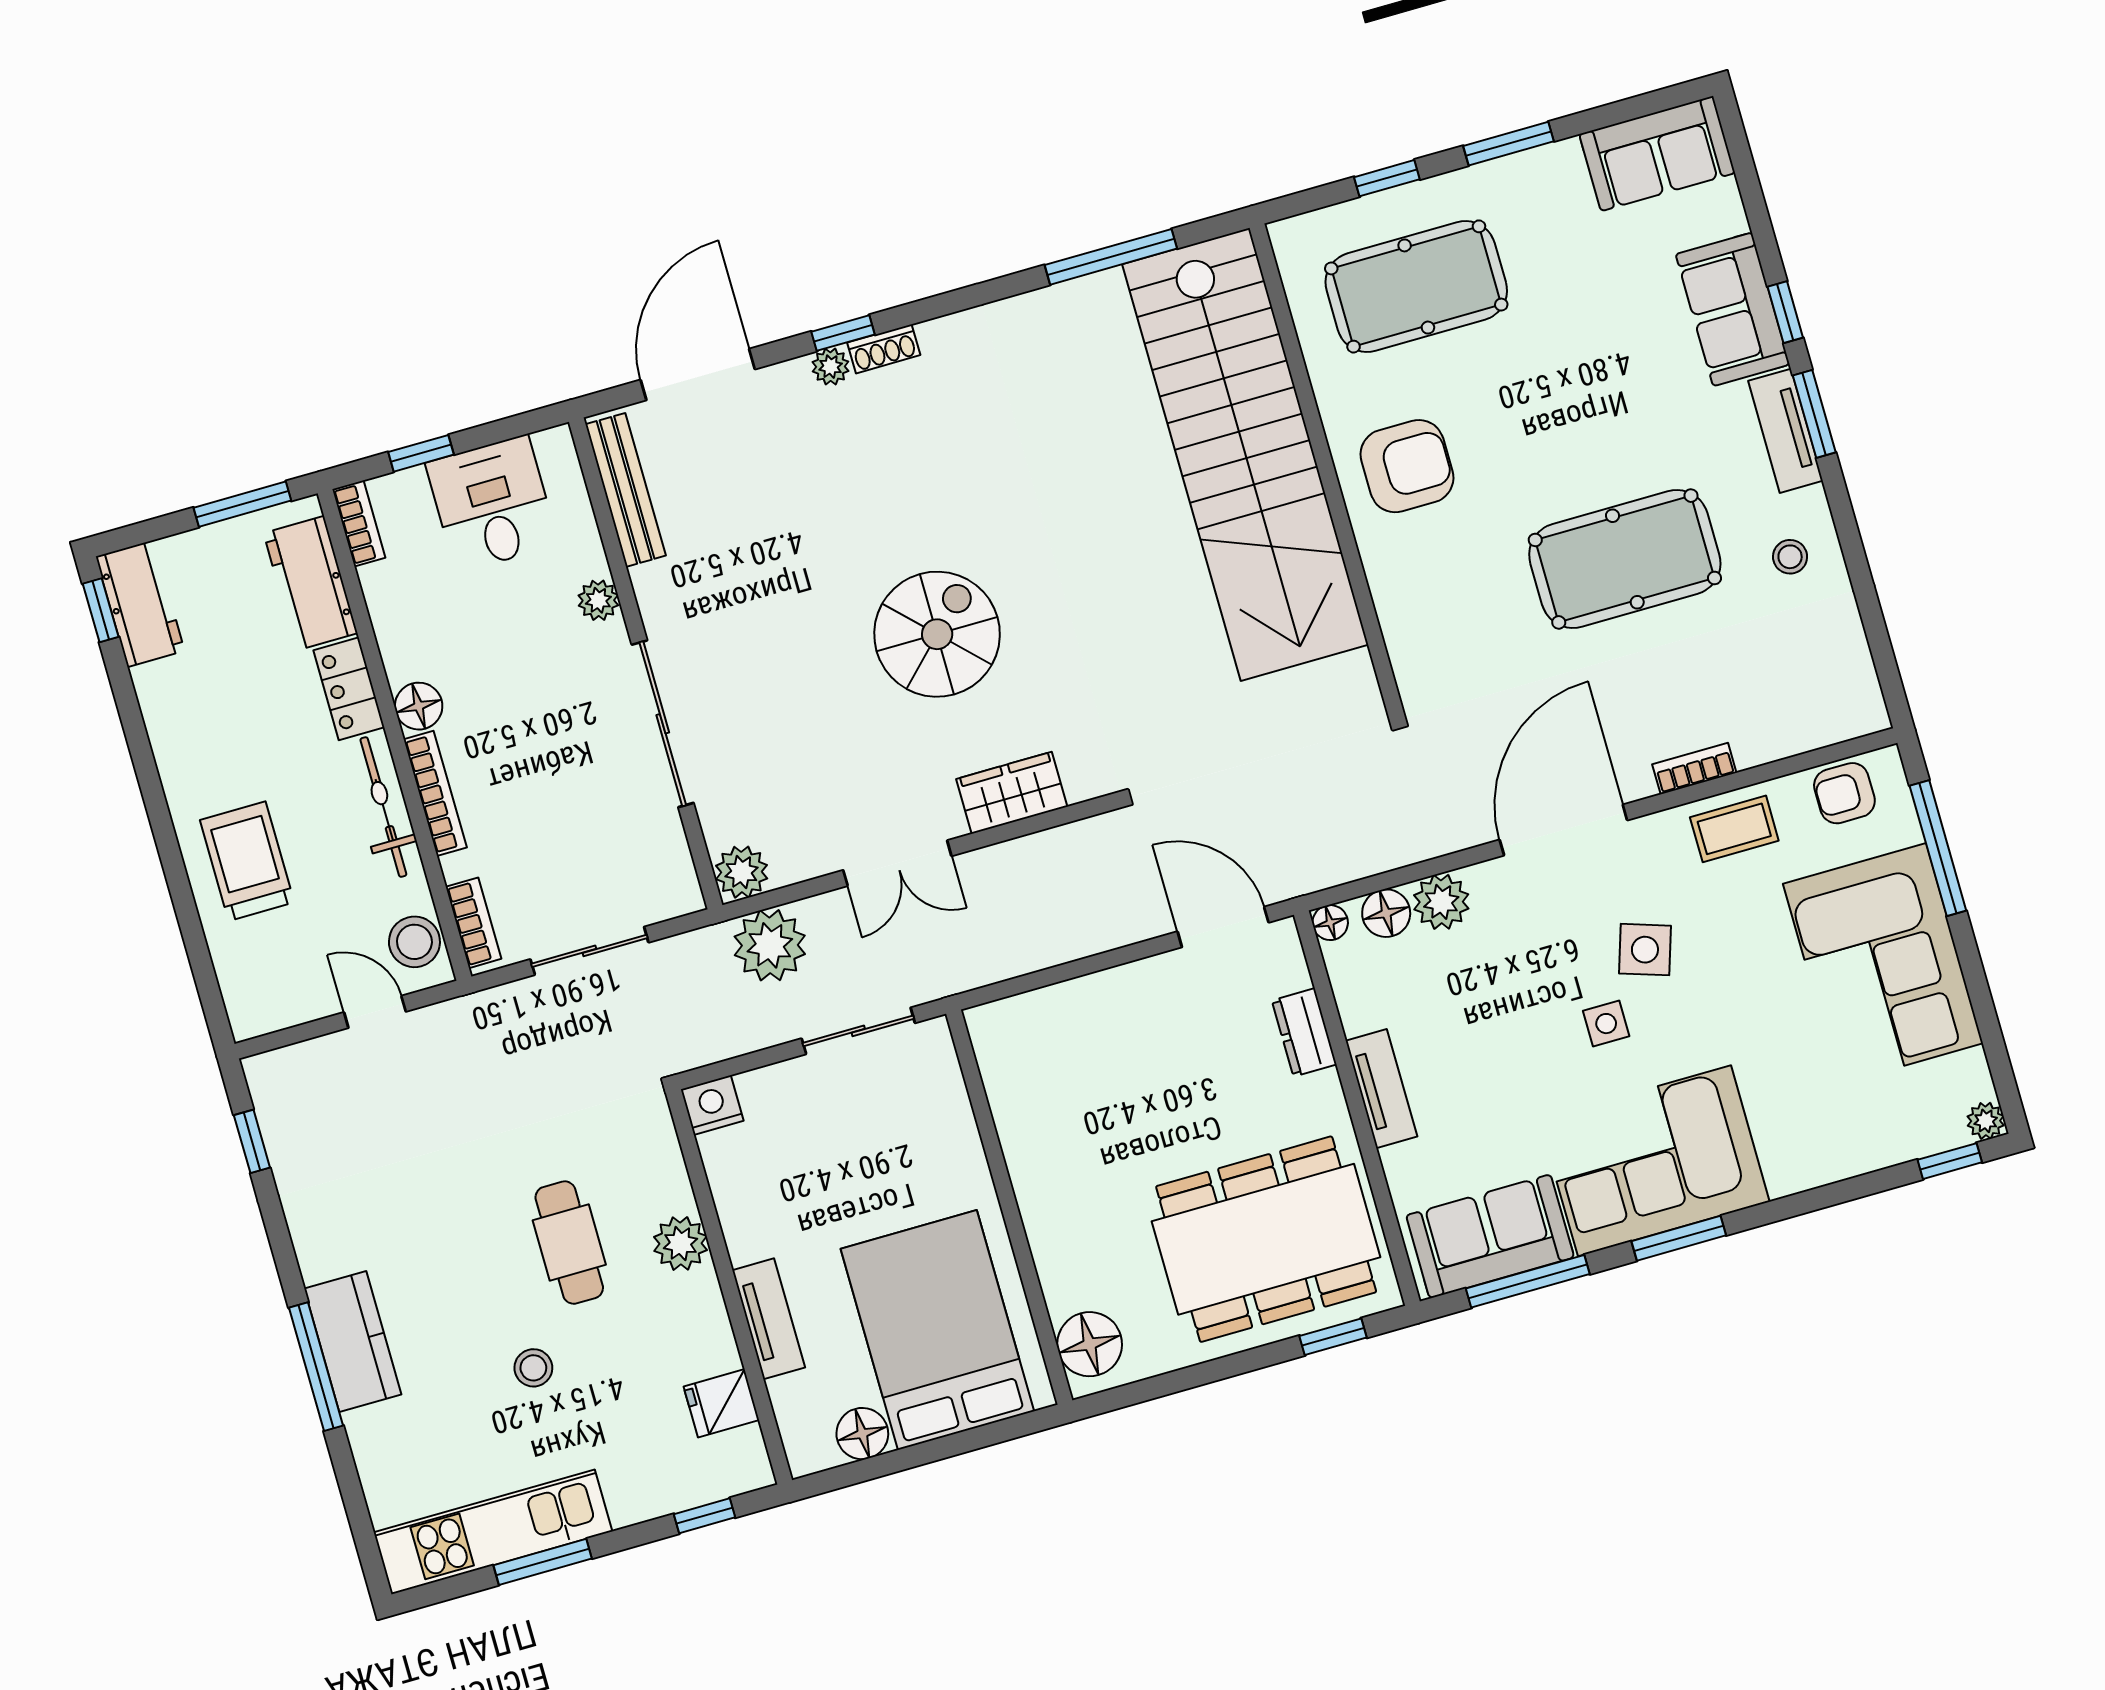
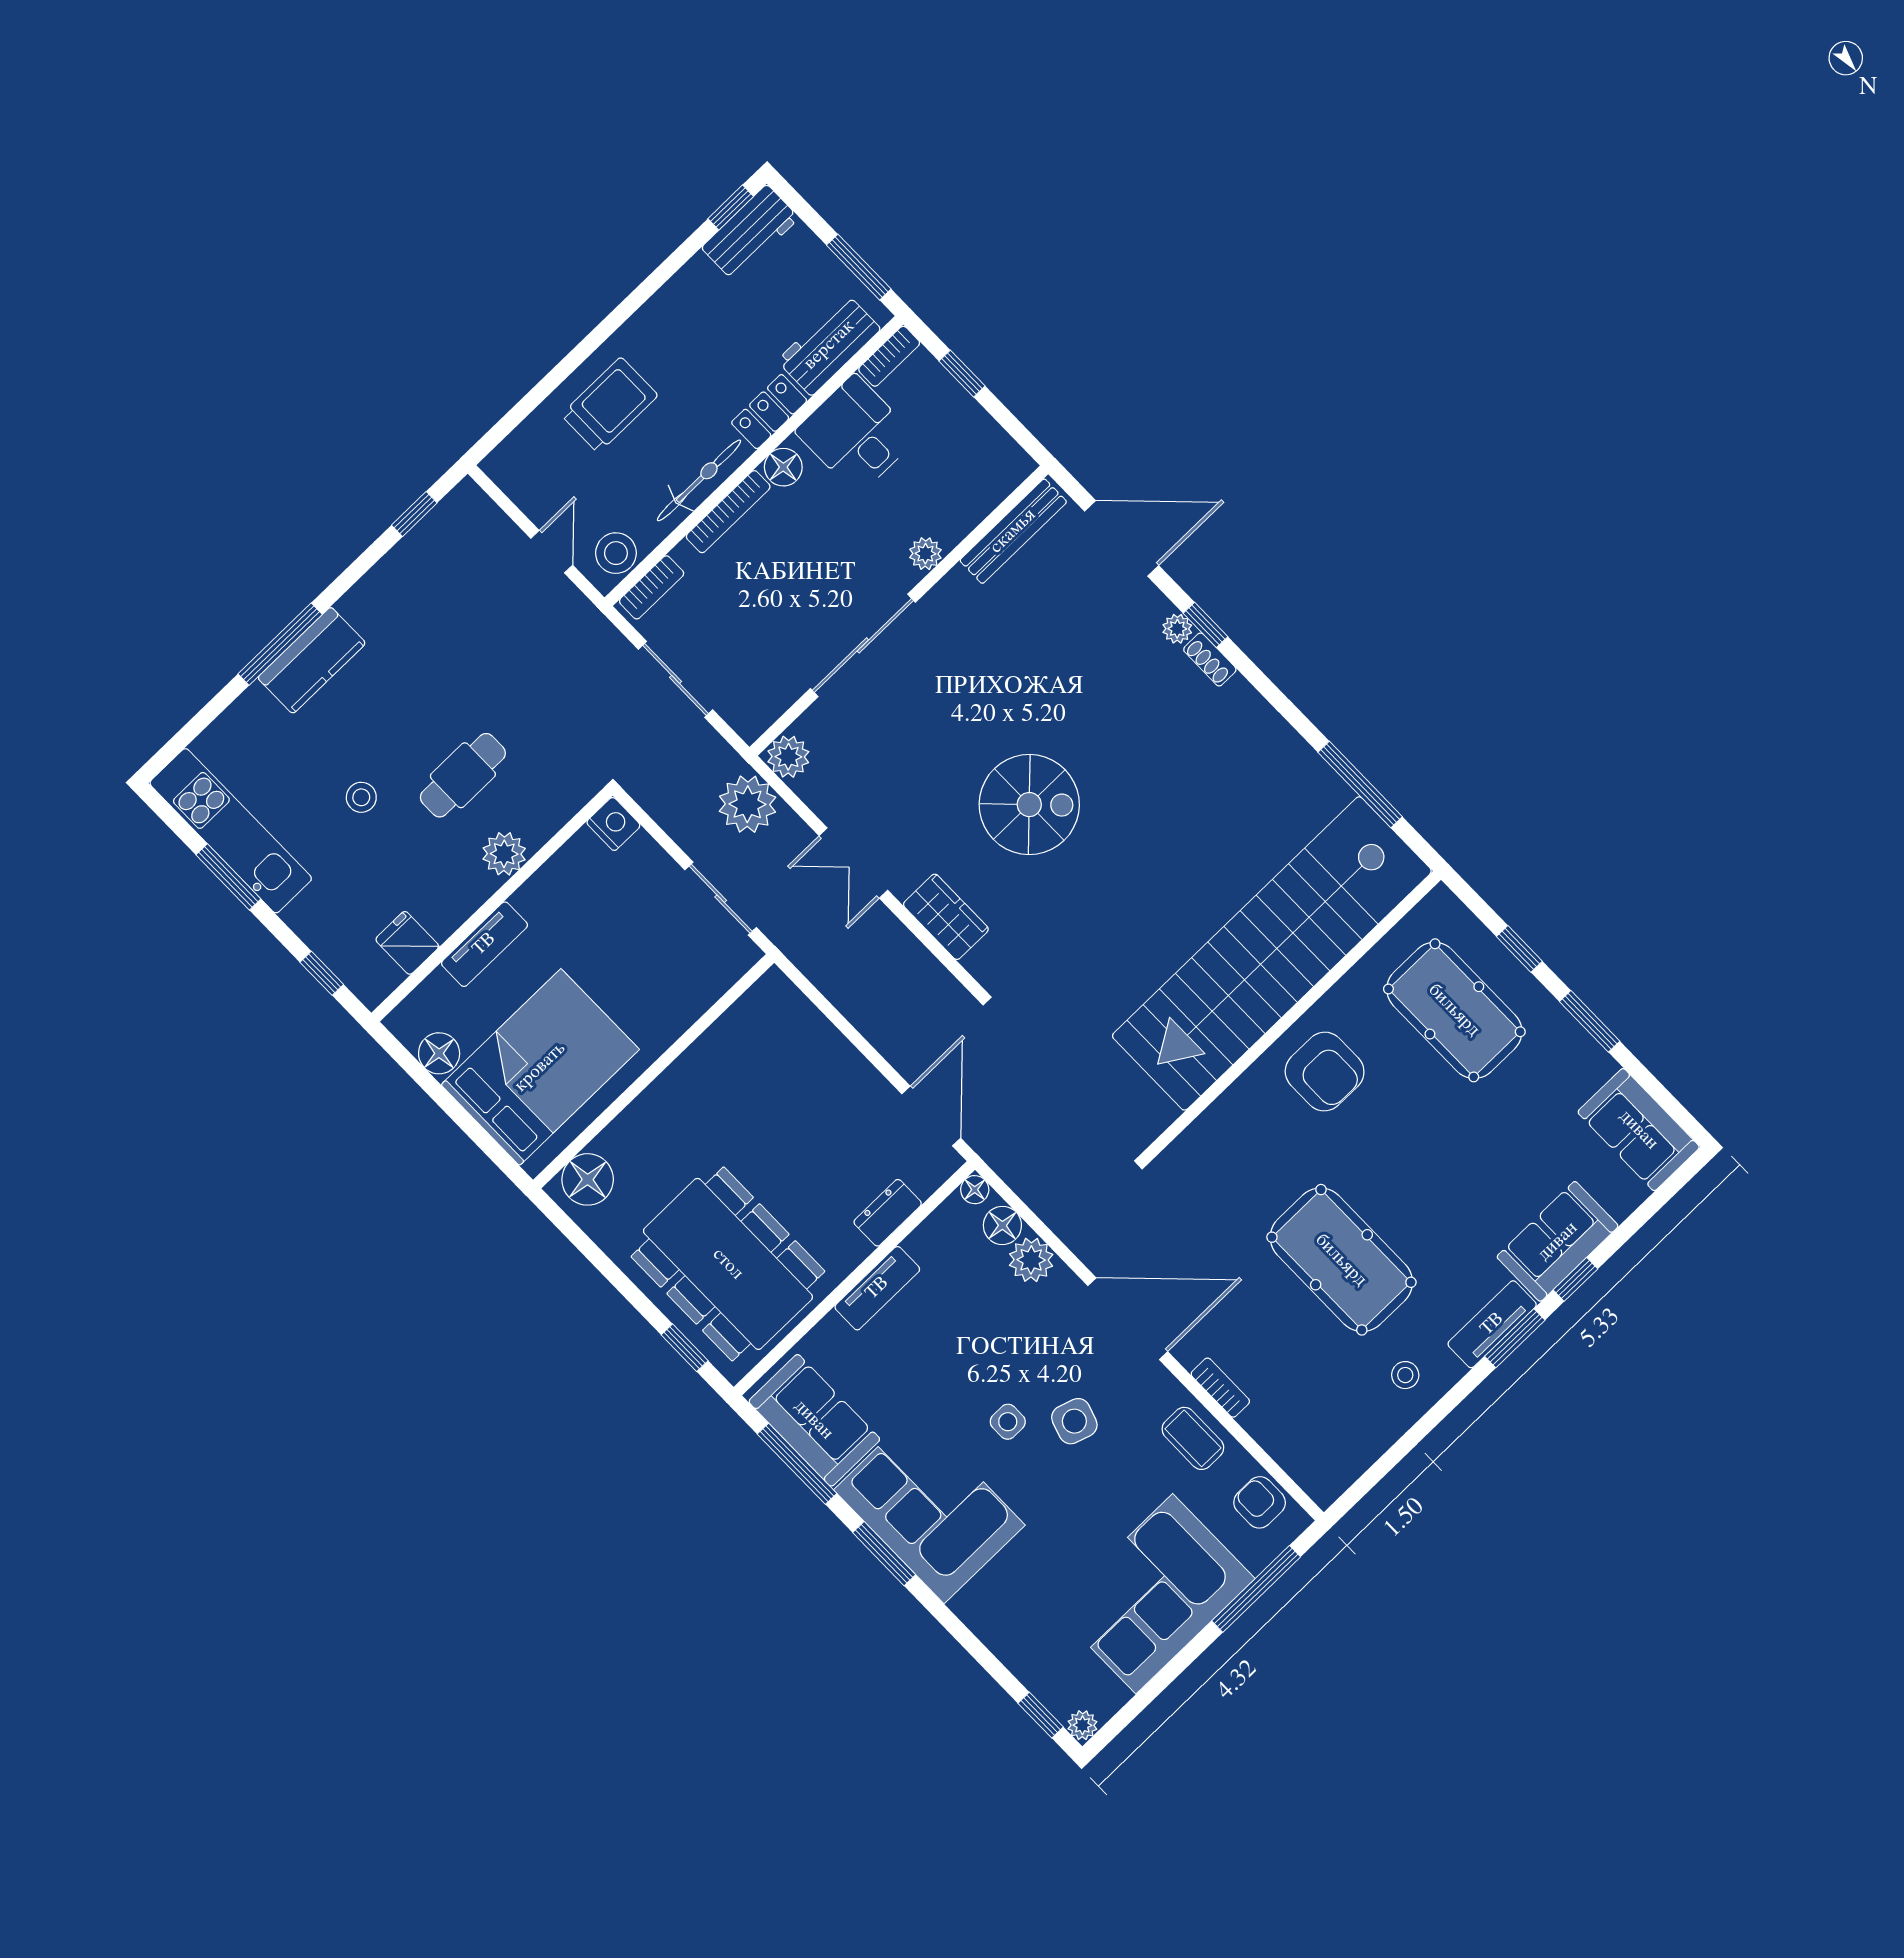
desk: (492, 504) -> (856, 435), moved, turned -90

